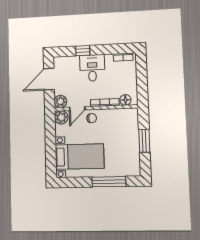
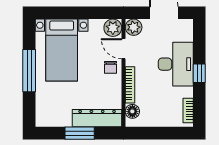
window: (83, 51) -> (199, 73), moved
desk: (92, 68) -> (176, 64), width x1.37
dresser: (132, 127) -> (97, 118), added
window: (109, 182) -> (29, 71), moved

